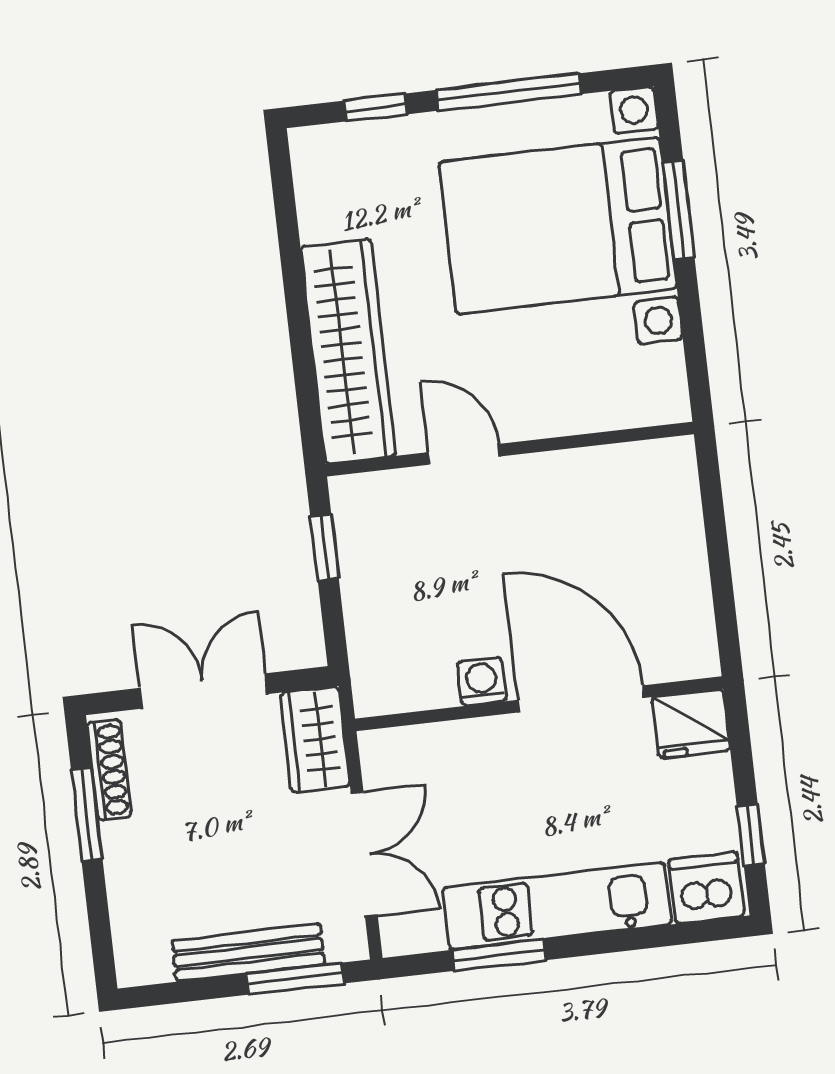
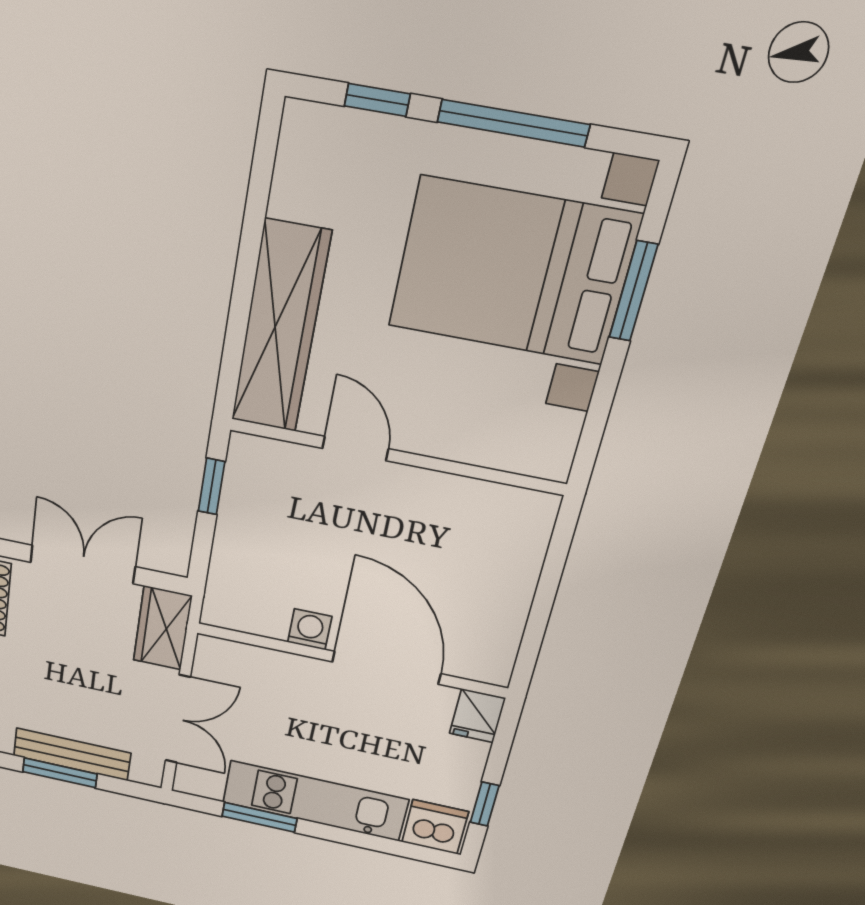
fridge: (691, 724) -> (477, 716), width x0.72
window: (295, 979) -> (60, 773), moved

